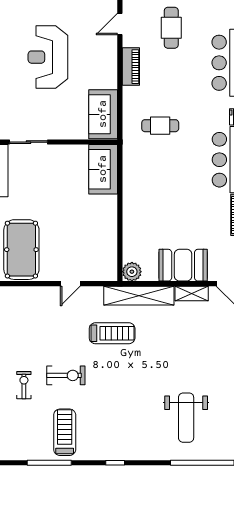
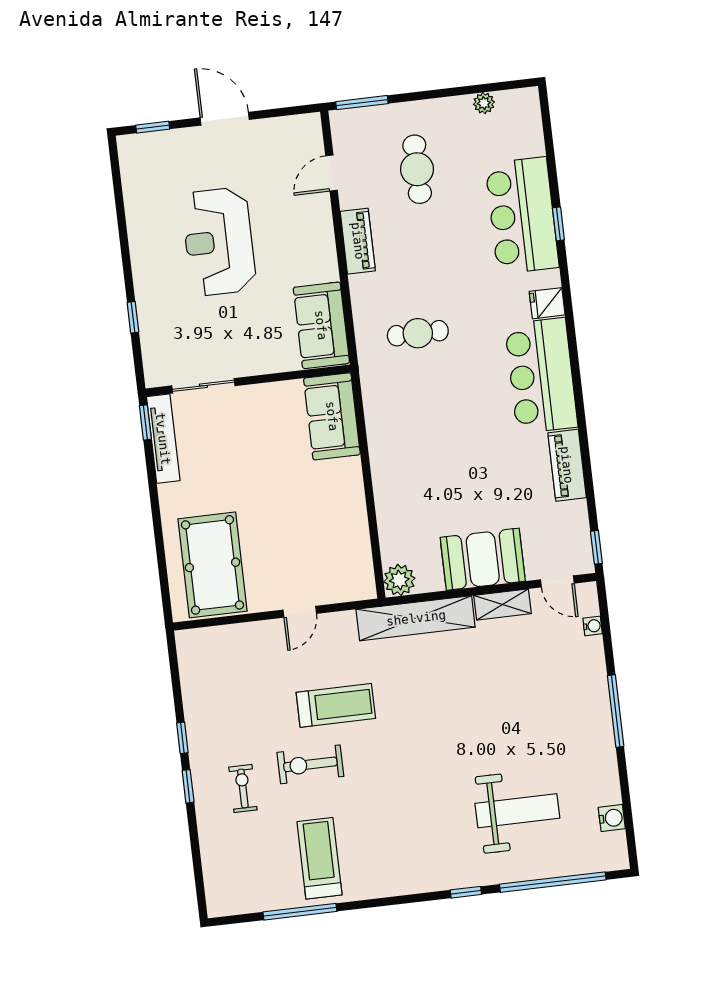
treadmill: (112, 333) -> (336, 705), moved
exercise bike: (66, 375) -> (310, 764), turned 180
weight bench: (186, 418) -> (517, 811), turned -90
window: (115, 463) -> (466, 892), moved

